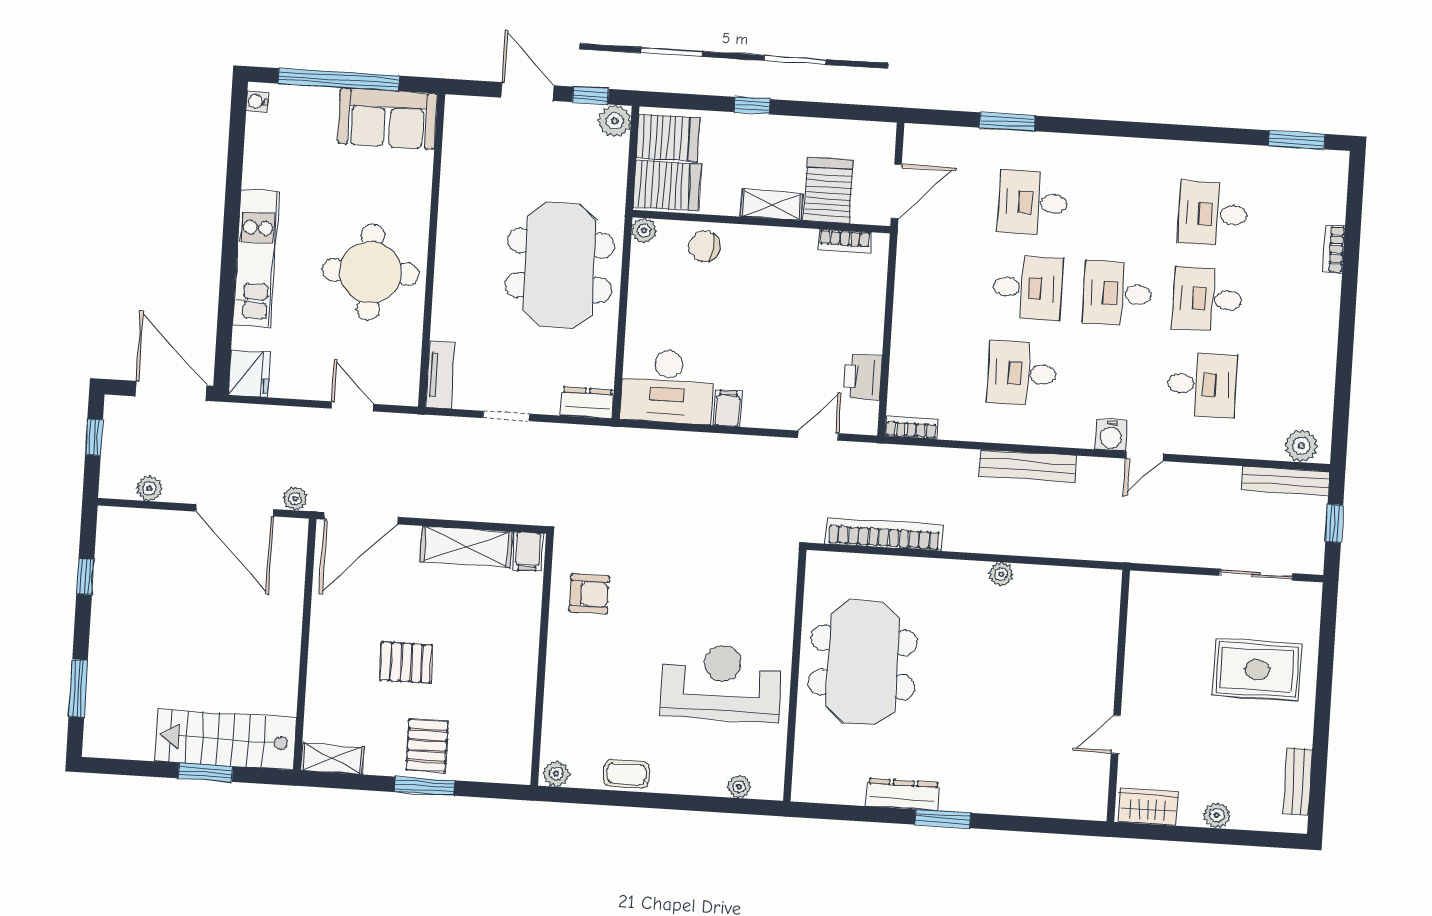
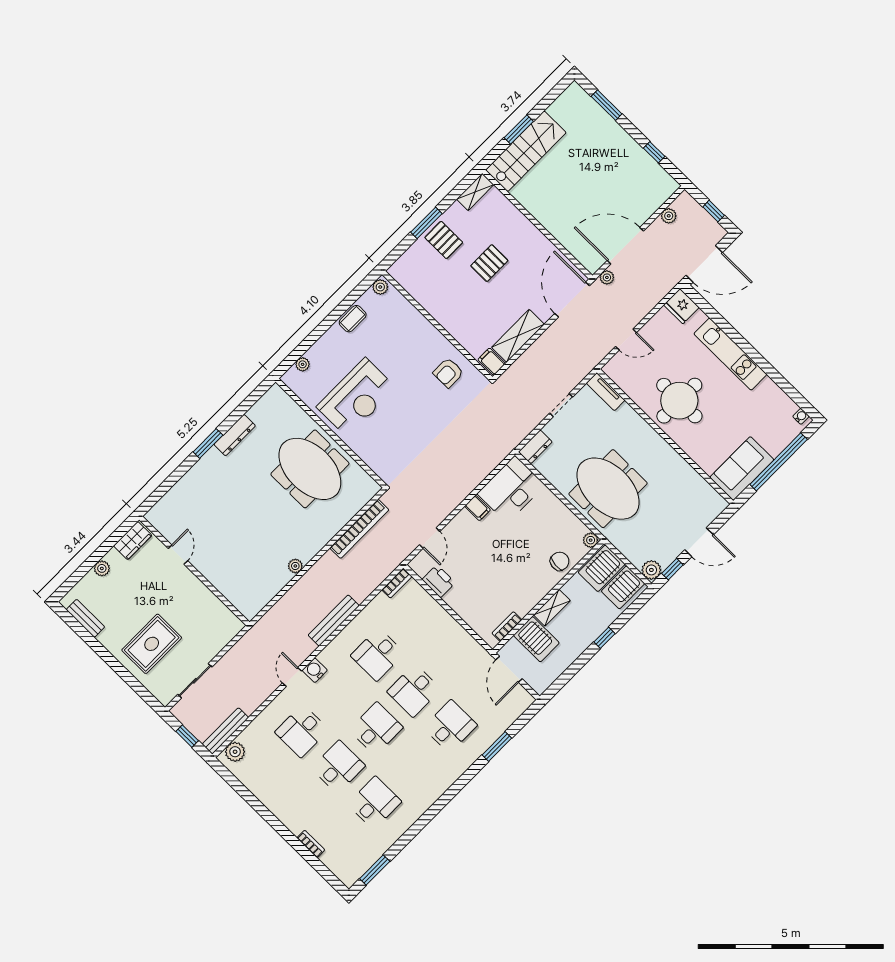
desk: (1022, 373) -> (378, 654), turned 180

